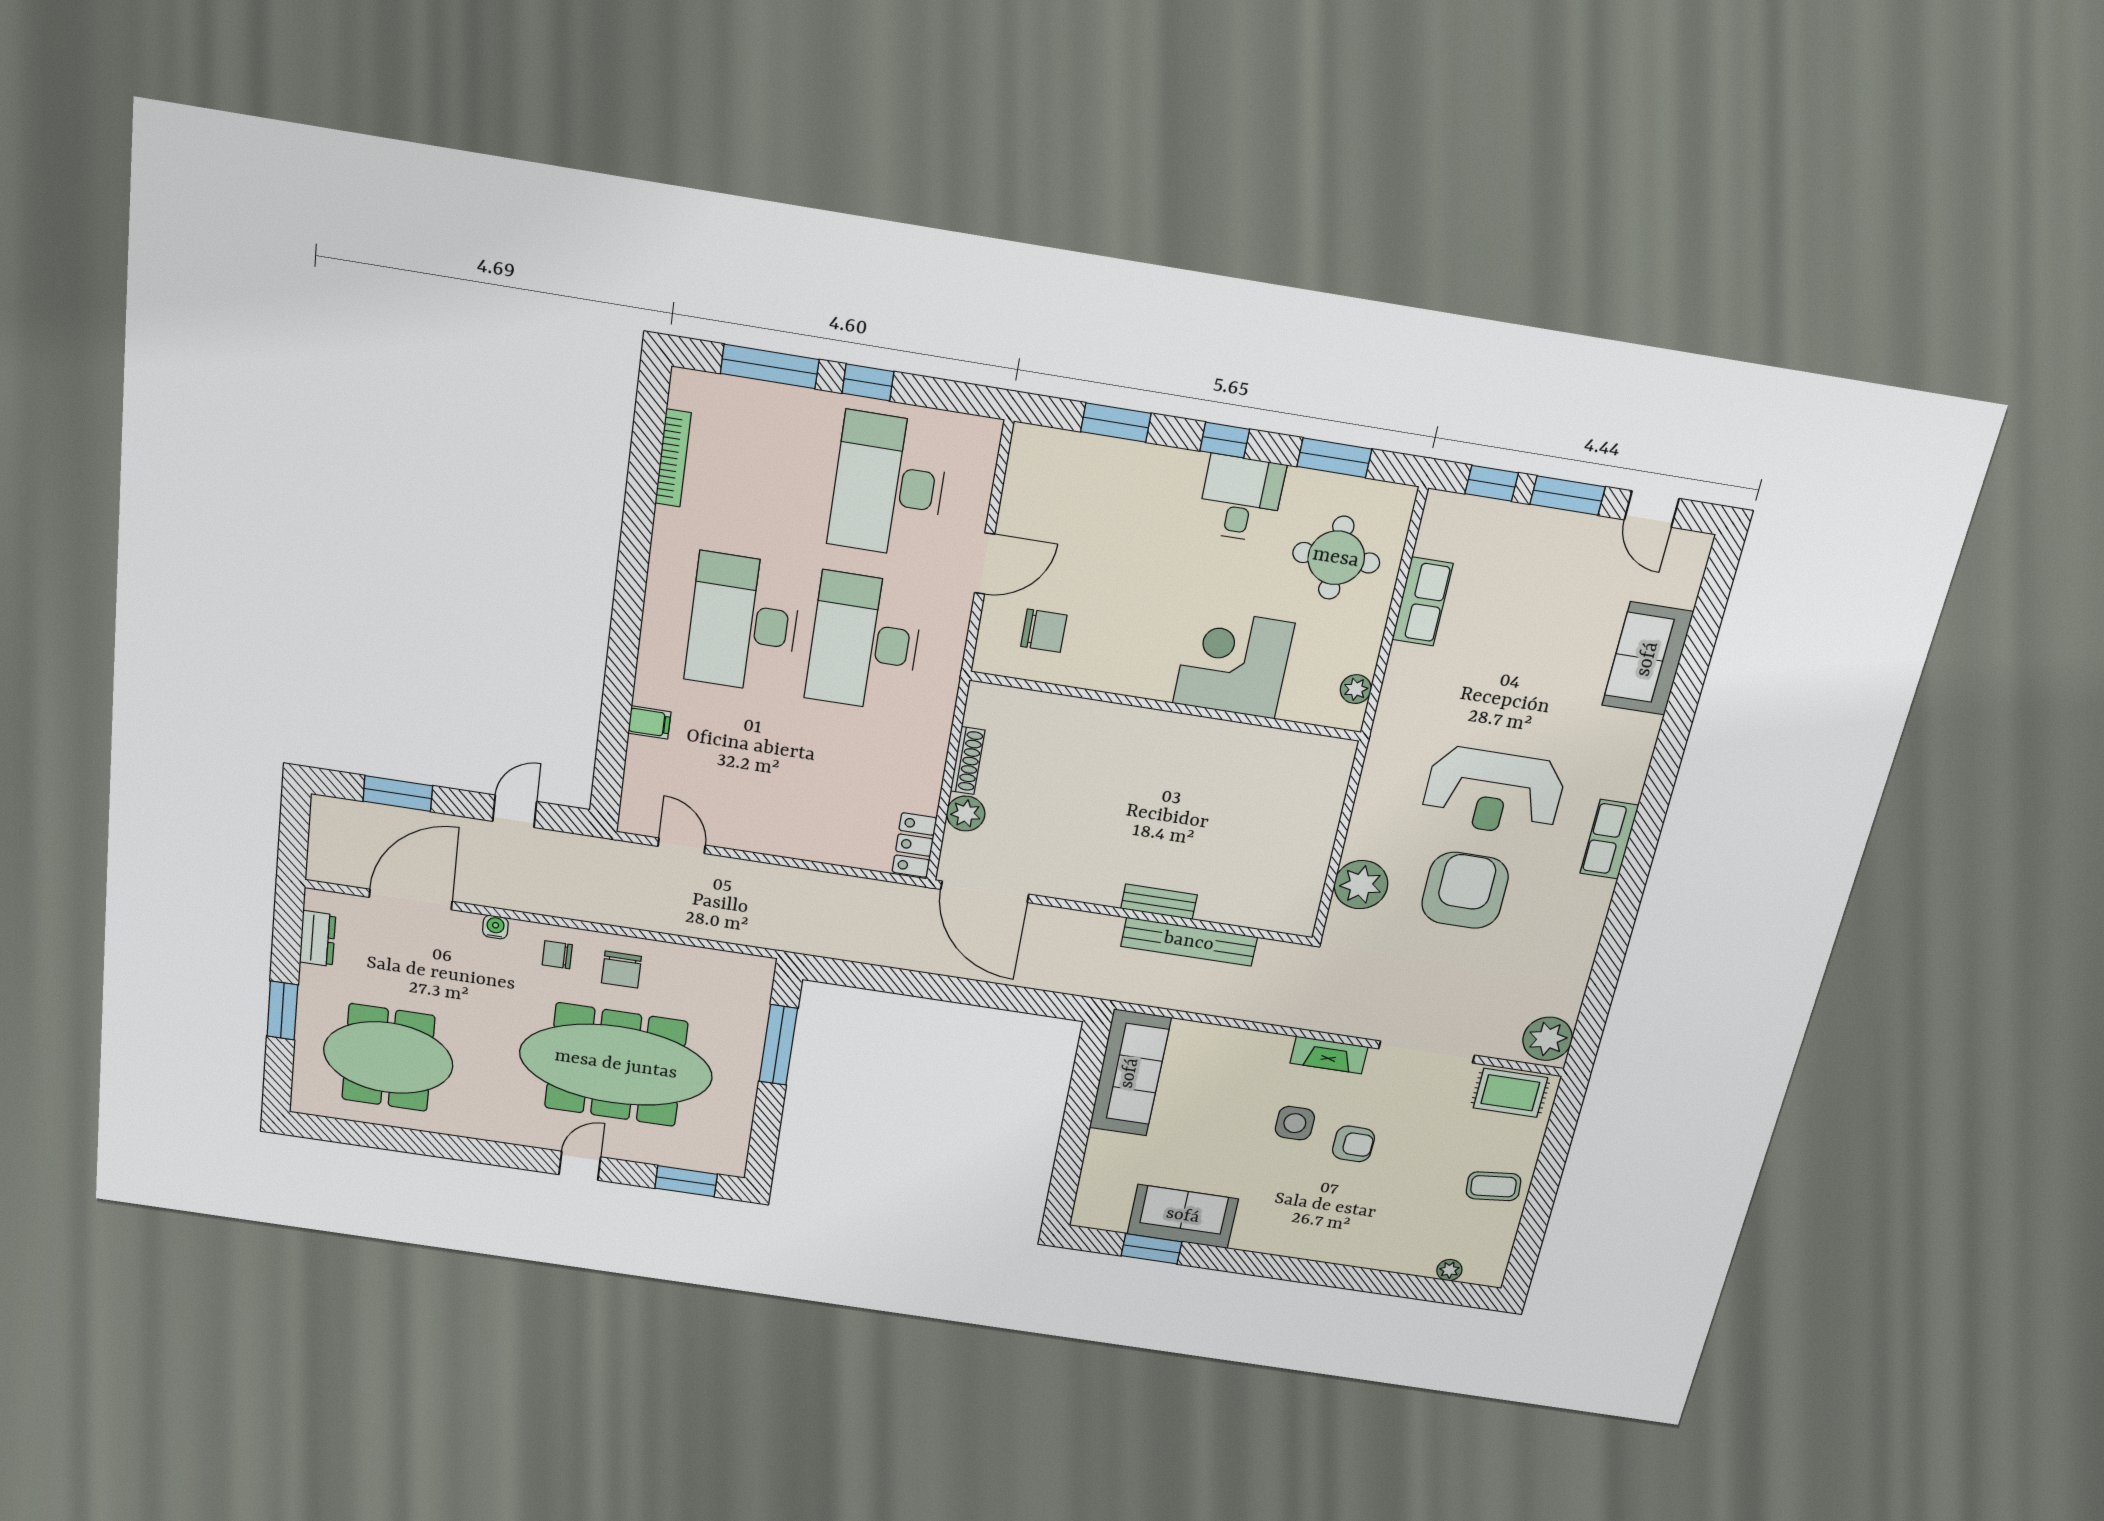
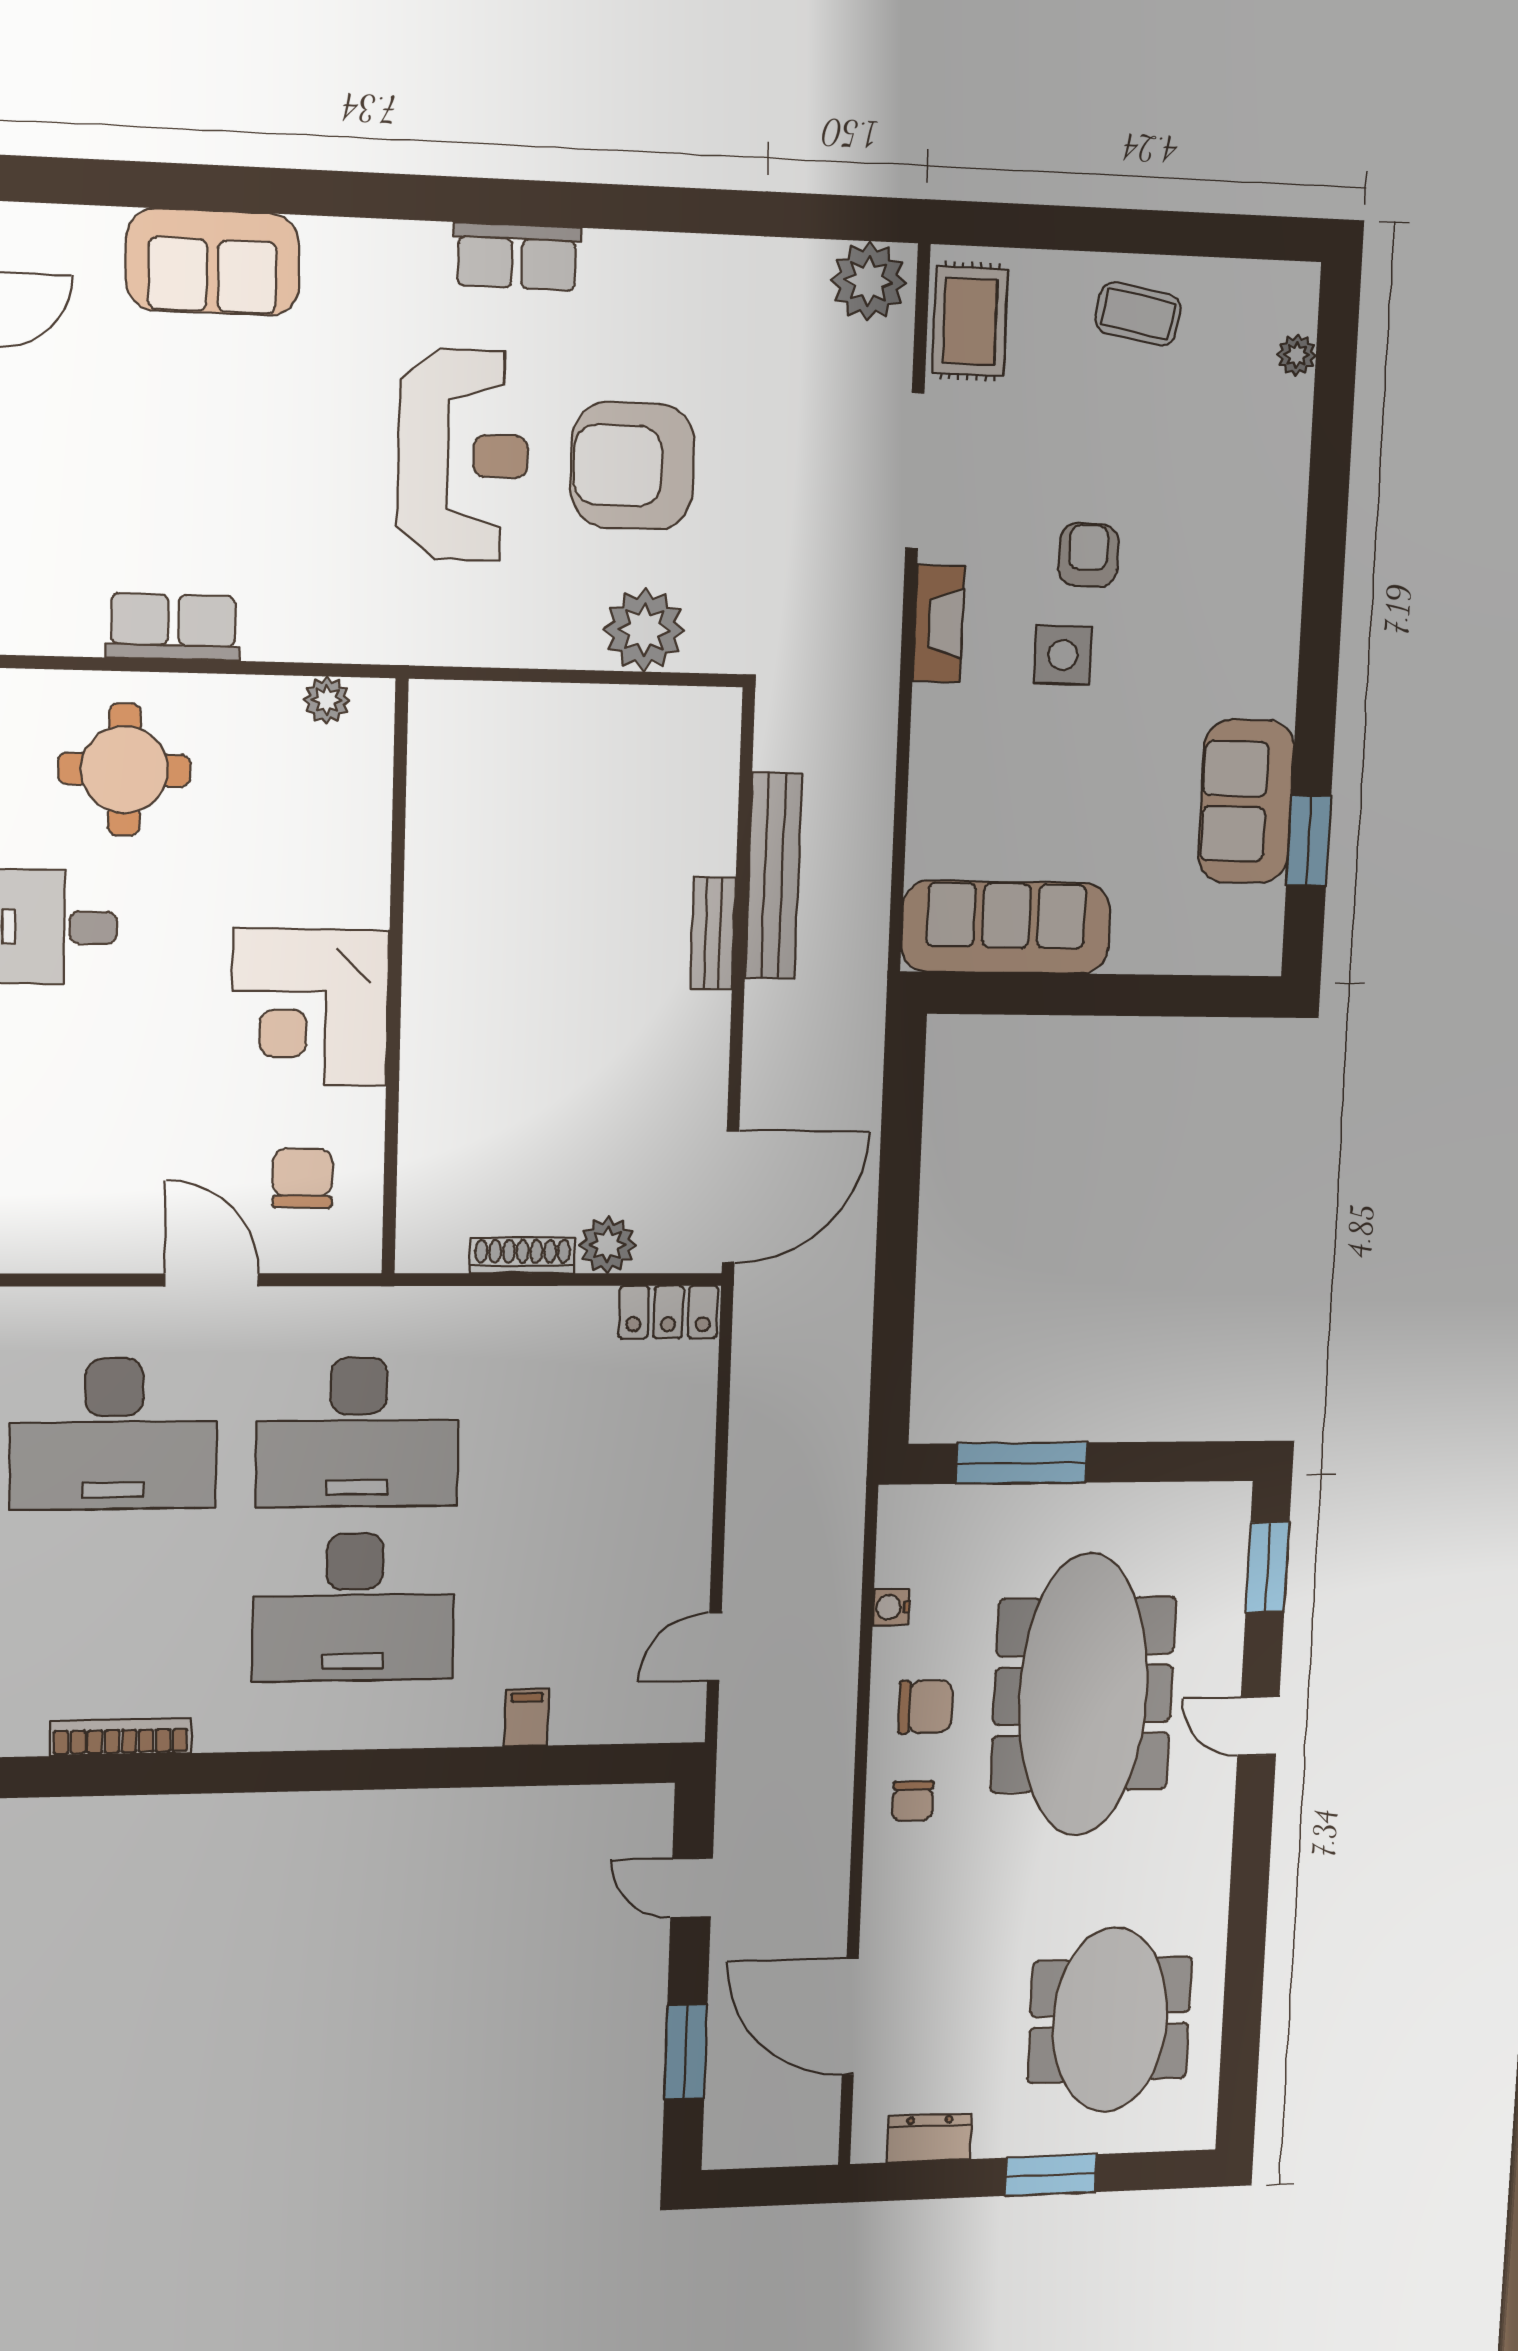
corner desk: (1234, 663) -> (310, 1007), moved
water cooler: (495, 927) -> (891, 1607), moved
coffee table: (1493, 1186) -> (1138, 314), turned -74

